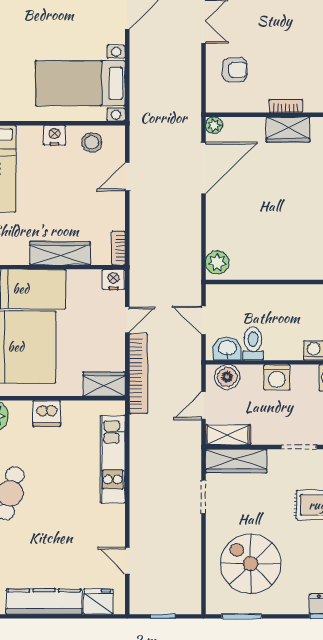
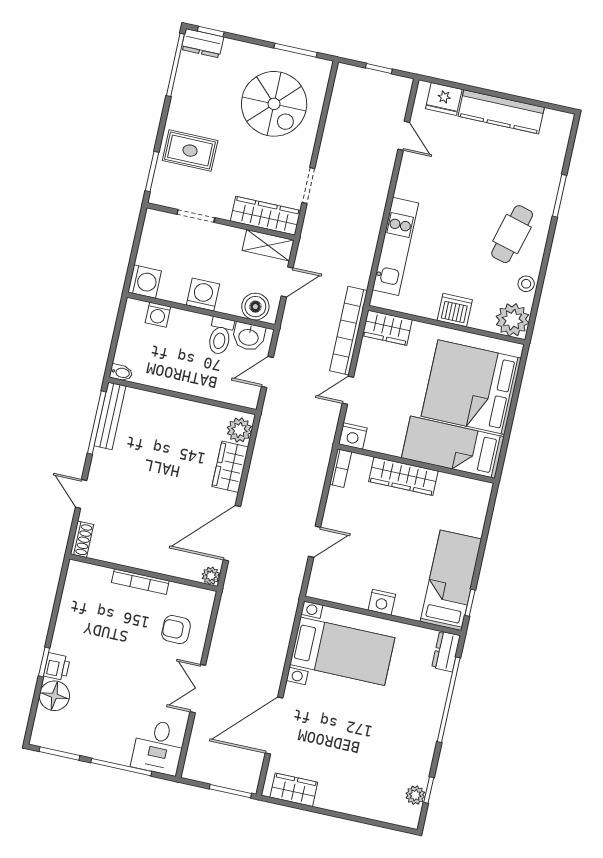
bookcase: (286, 106) -> (140, 582), width x1.56
wardrobe: (288, 129) -> (230, 467), moved, turned -90
stool: (92, 142) -> (344, 586), removed
door: (203, 320) -> (267, 372), swing flipped

